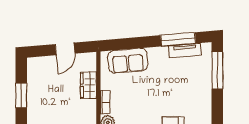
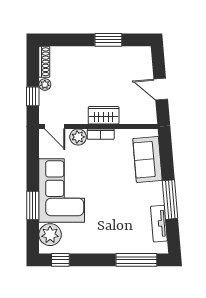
window: (178, 39) -> (170, 200), moved
wardrobe: (88, 85) -> (104, 115), moved

